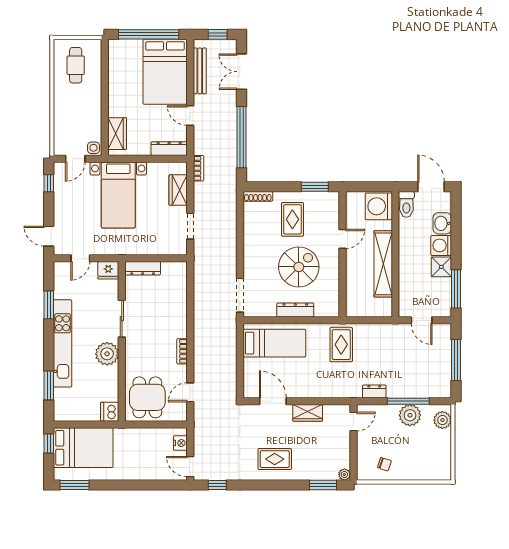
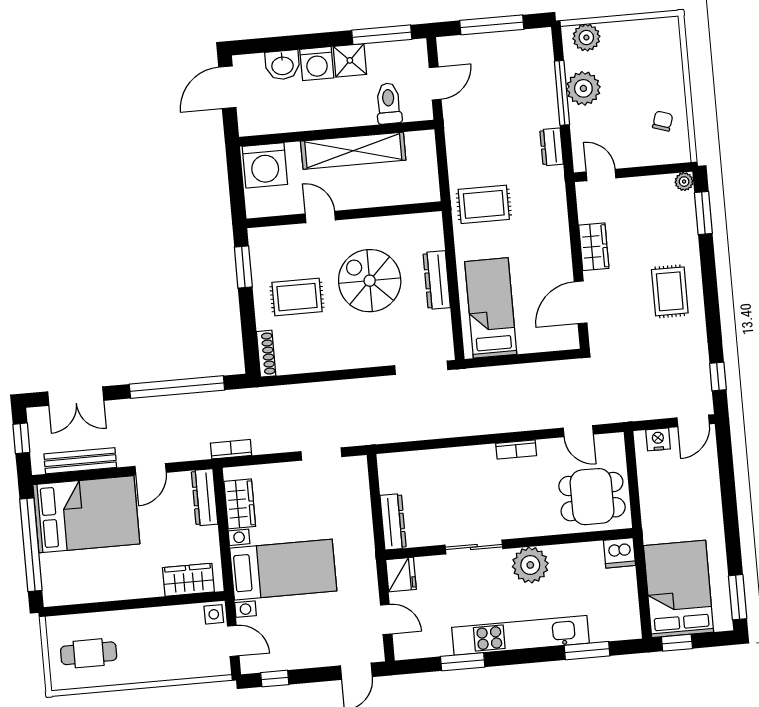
wardrobe: (178, 190) -> (240, 504), moved, turned -90
toilet: (406, 204) -> (389, 103), moved, turned -90

